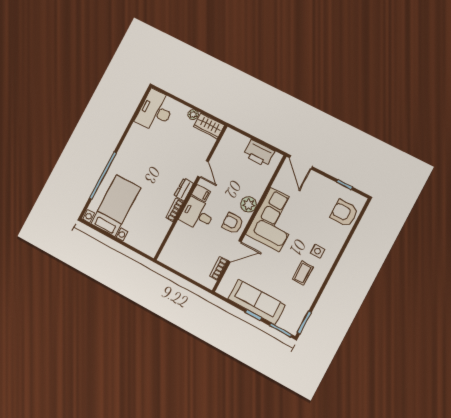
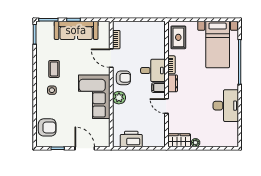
desk: (155, 111) -> (226, 106), moved
door: (301, 162) -> (85, 148), moved
rug: (152, 235) -> (178, 37), added
door: (235, 251) -> (111, 58), hinge flipped

